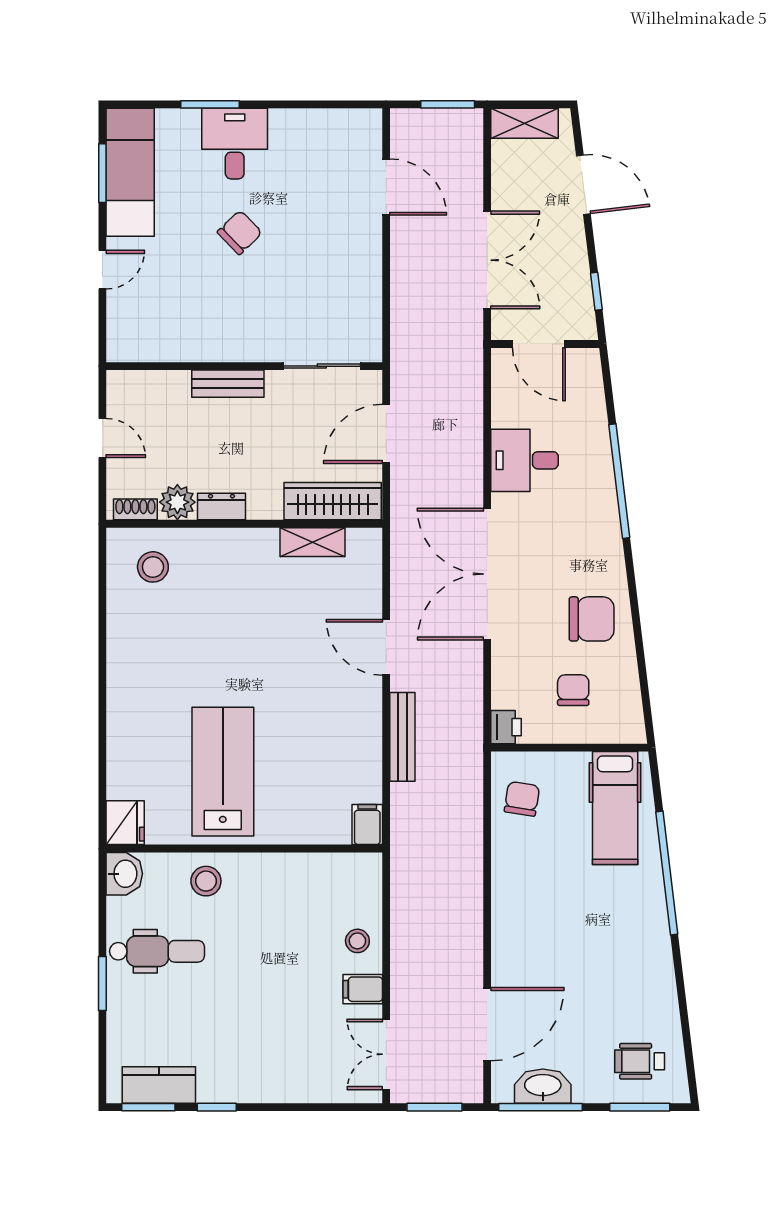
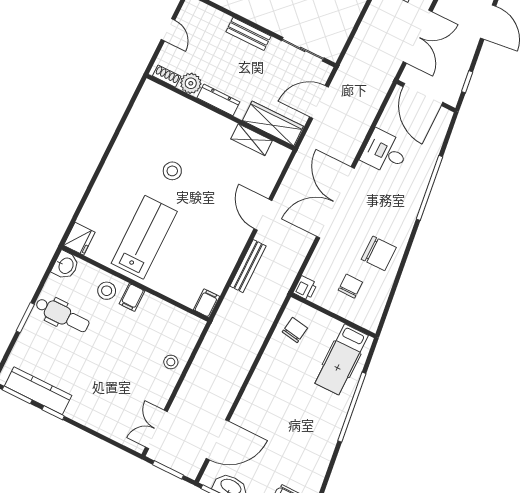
door: (539, 344) -> (423, 95), width x1.36
dresser: (222, 507) -> (218, 100), width x1.44
stool: (153, 567) -> (172, 171), moved
filing cabinet: (363, 989) -> (132, 297), moved, turned -90
kitchen counter: (159, 1085) -> (38, 391), width x1.50

